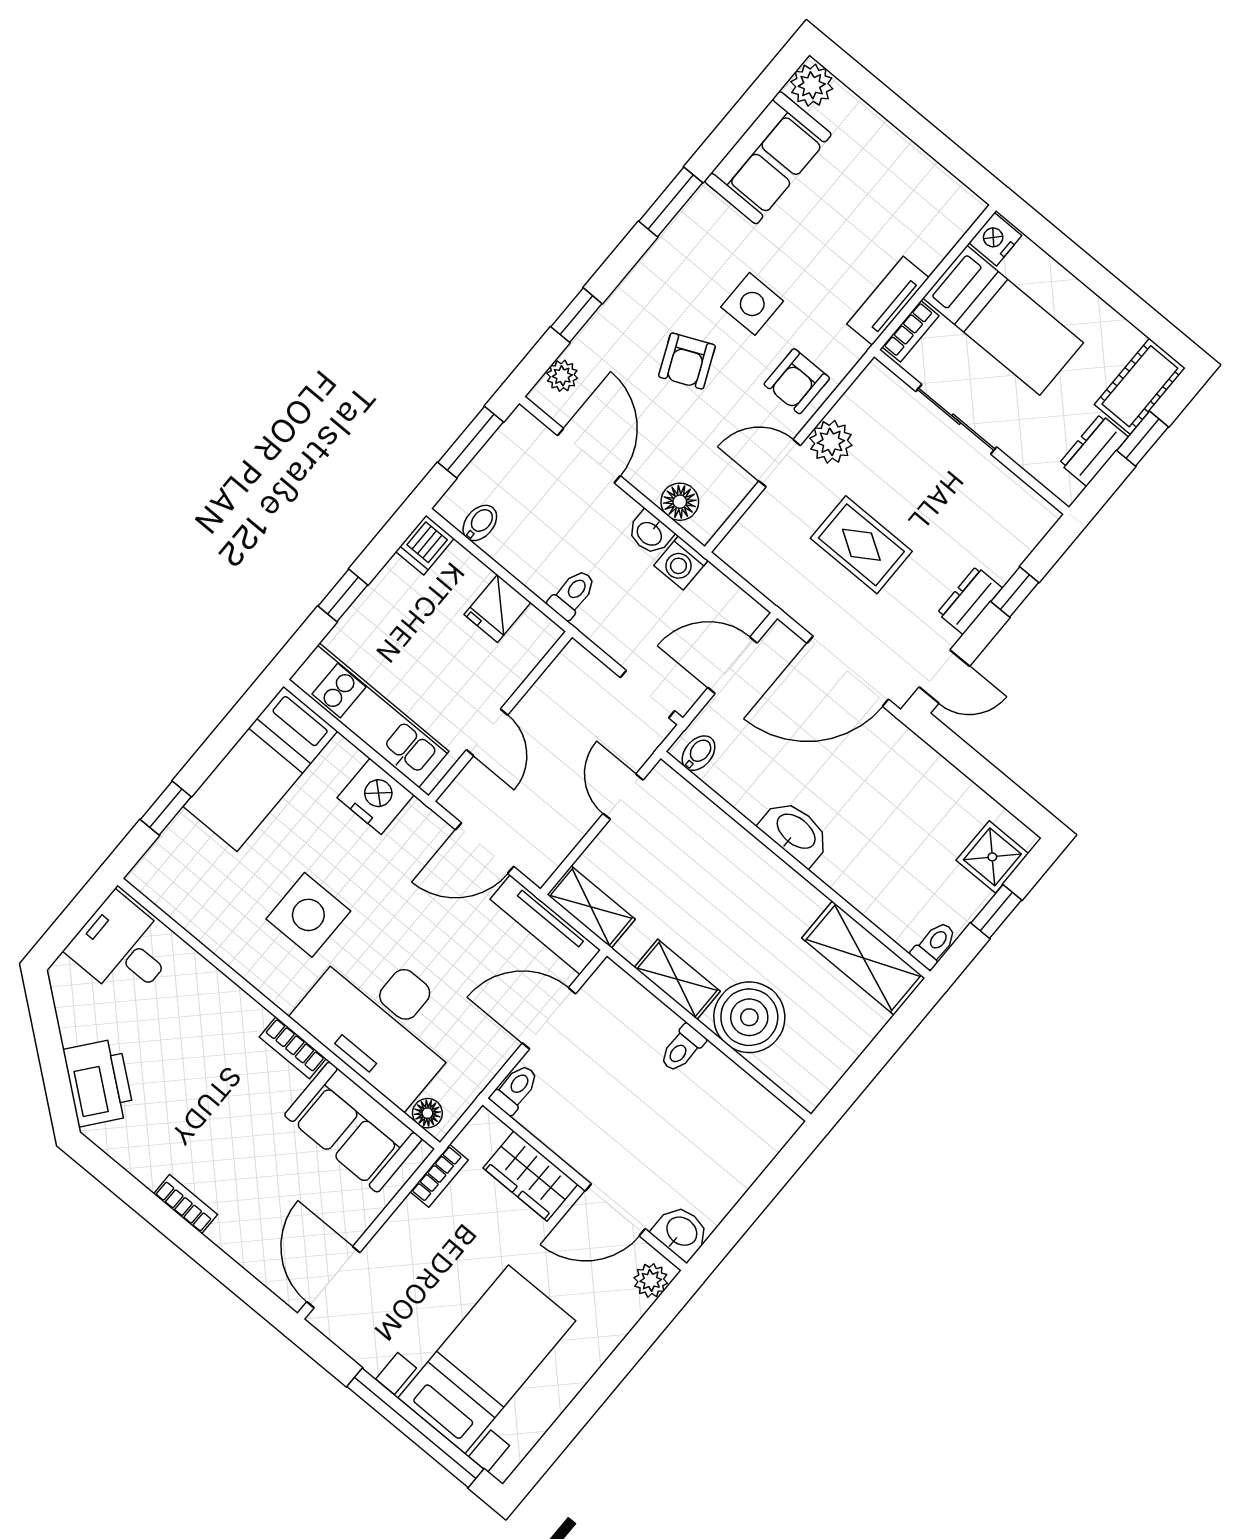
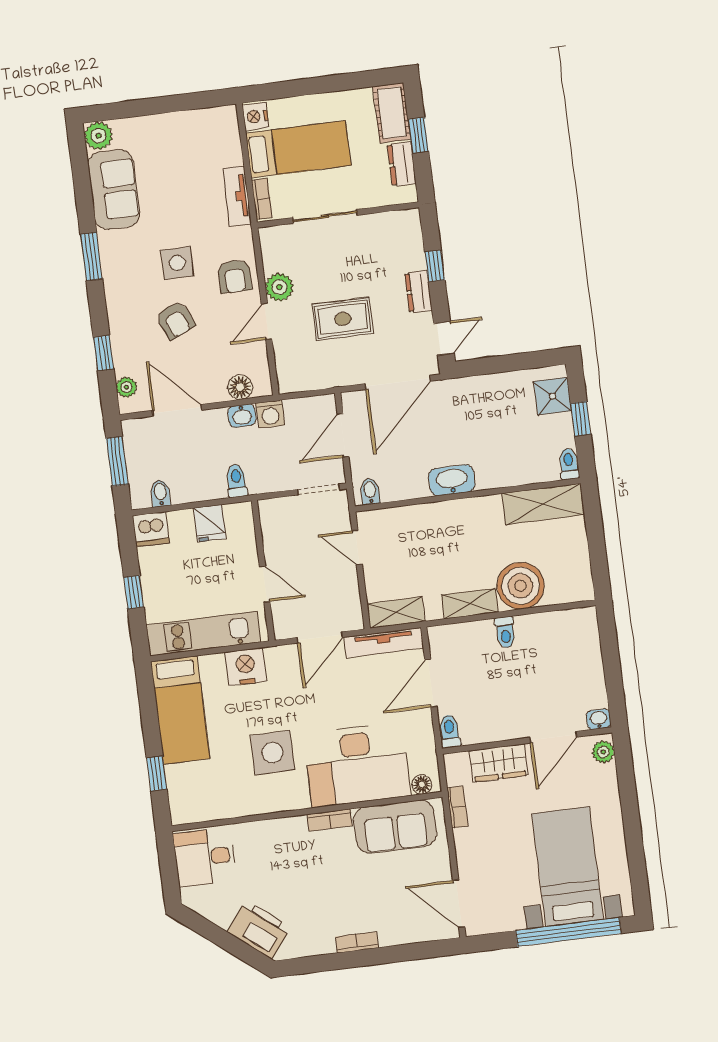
dishwasher: (425, 545) -> (151, 529), width x1.38
washbasin: (681, 1232) -> (599, 719), width x0.72, depth x0.69

